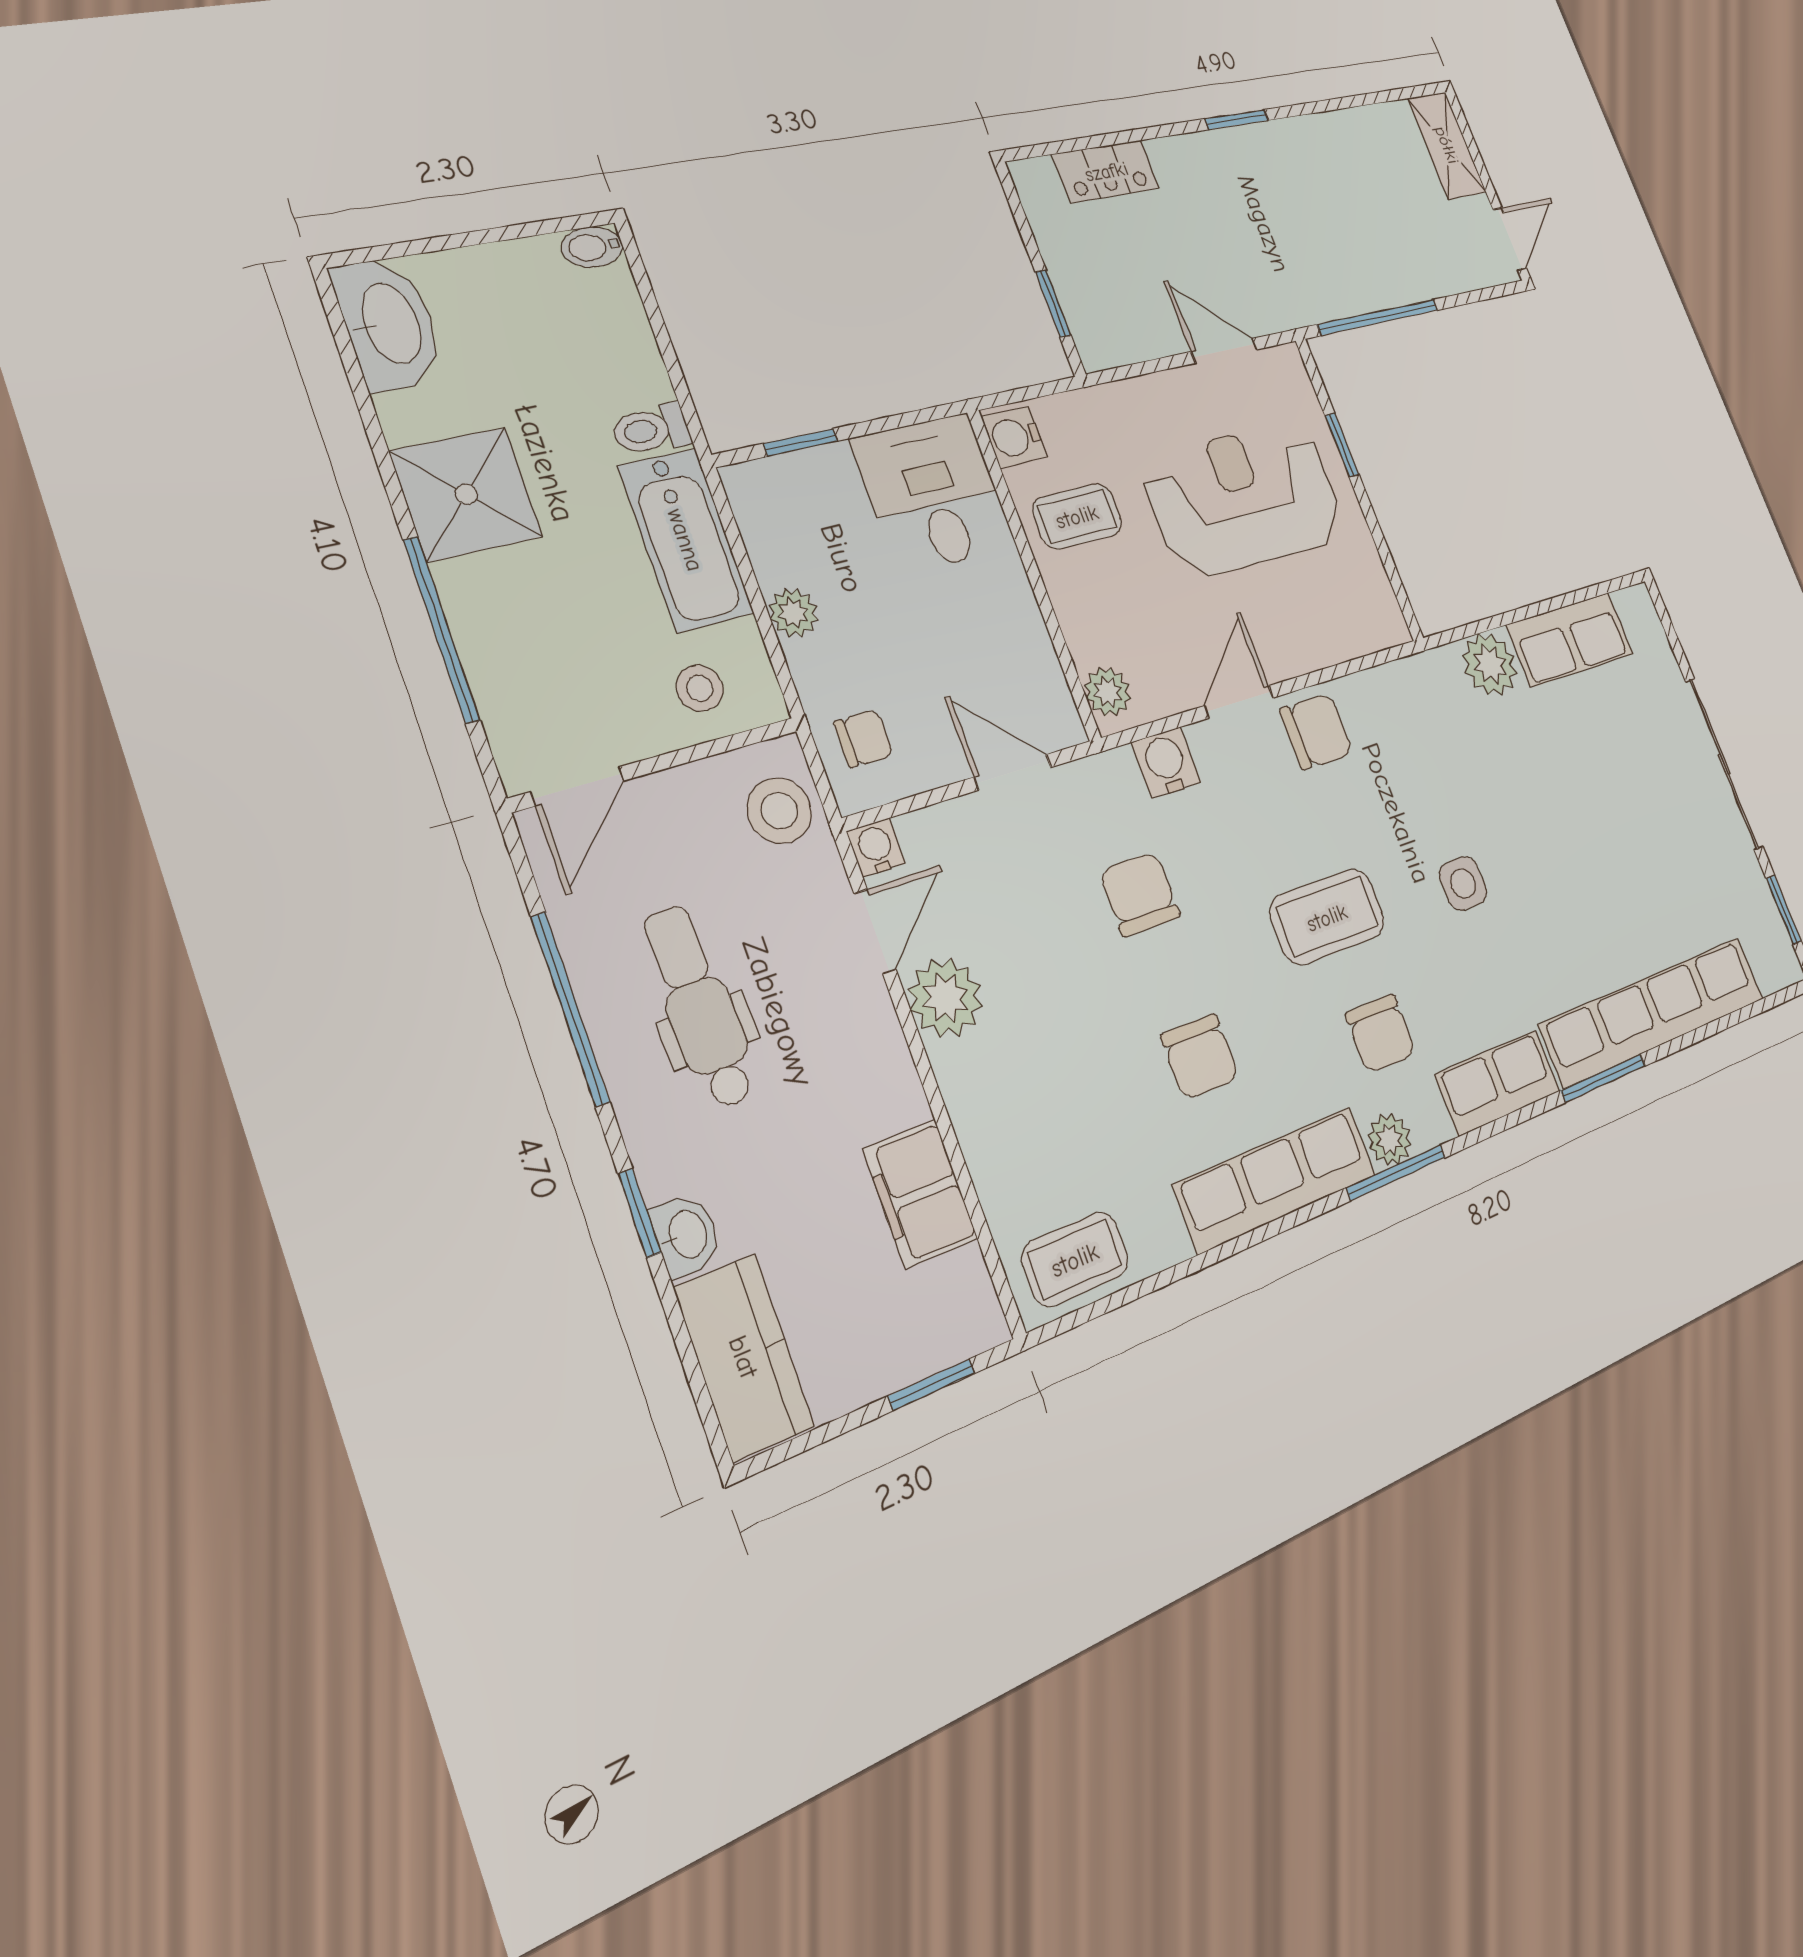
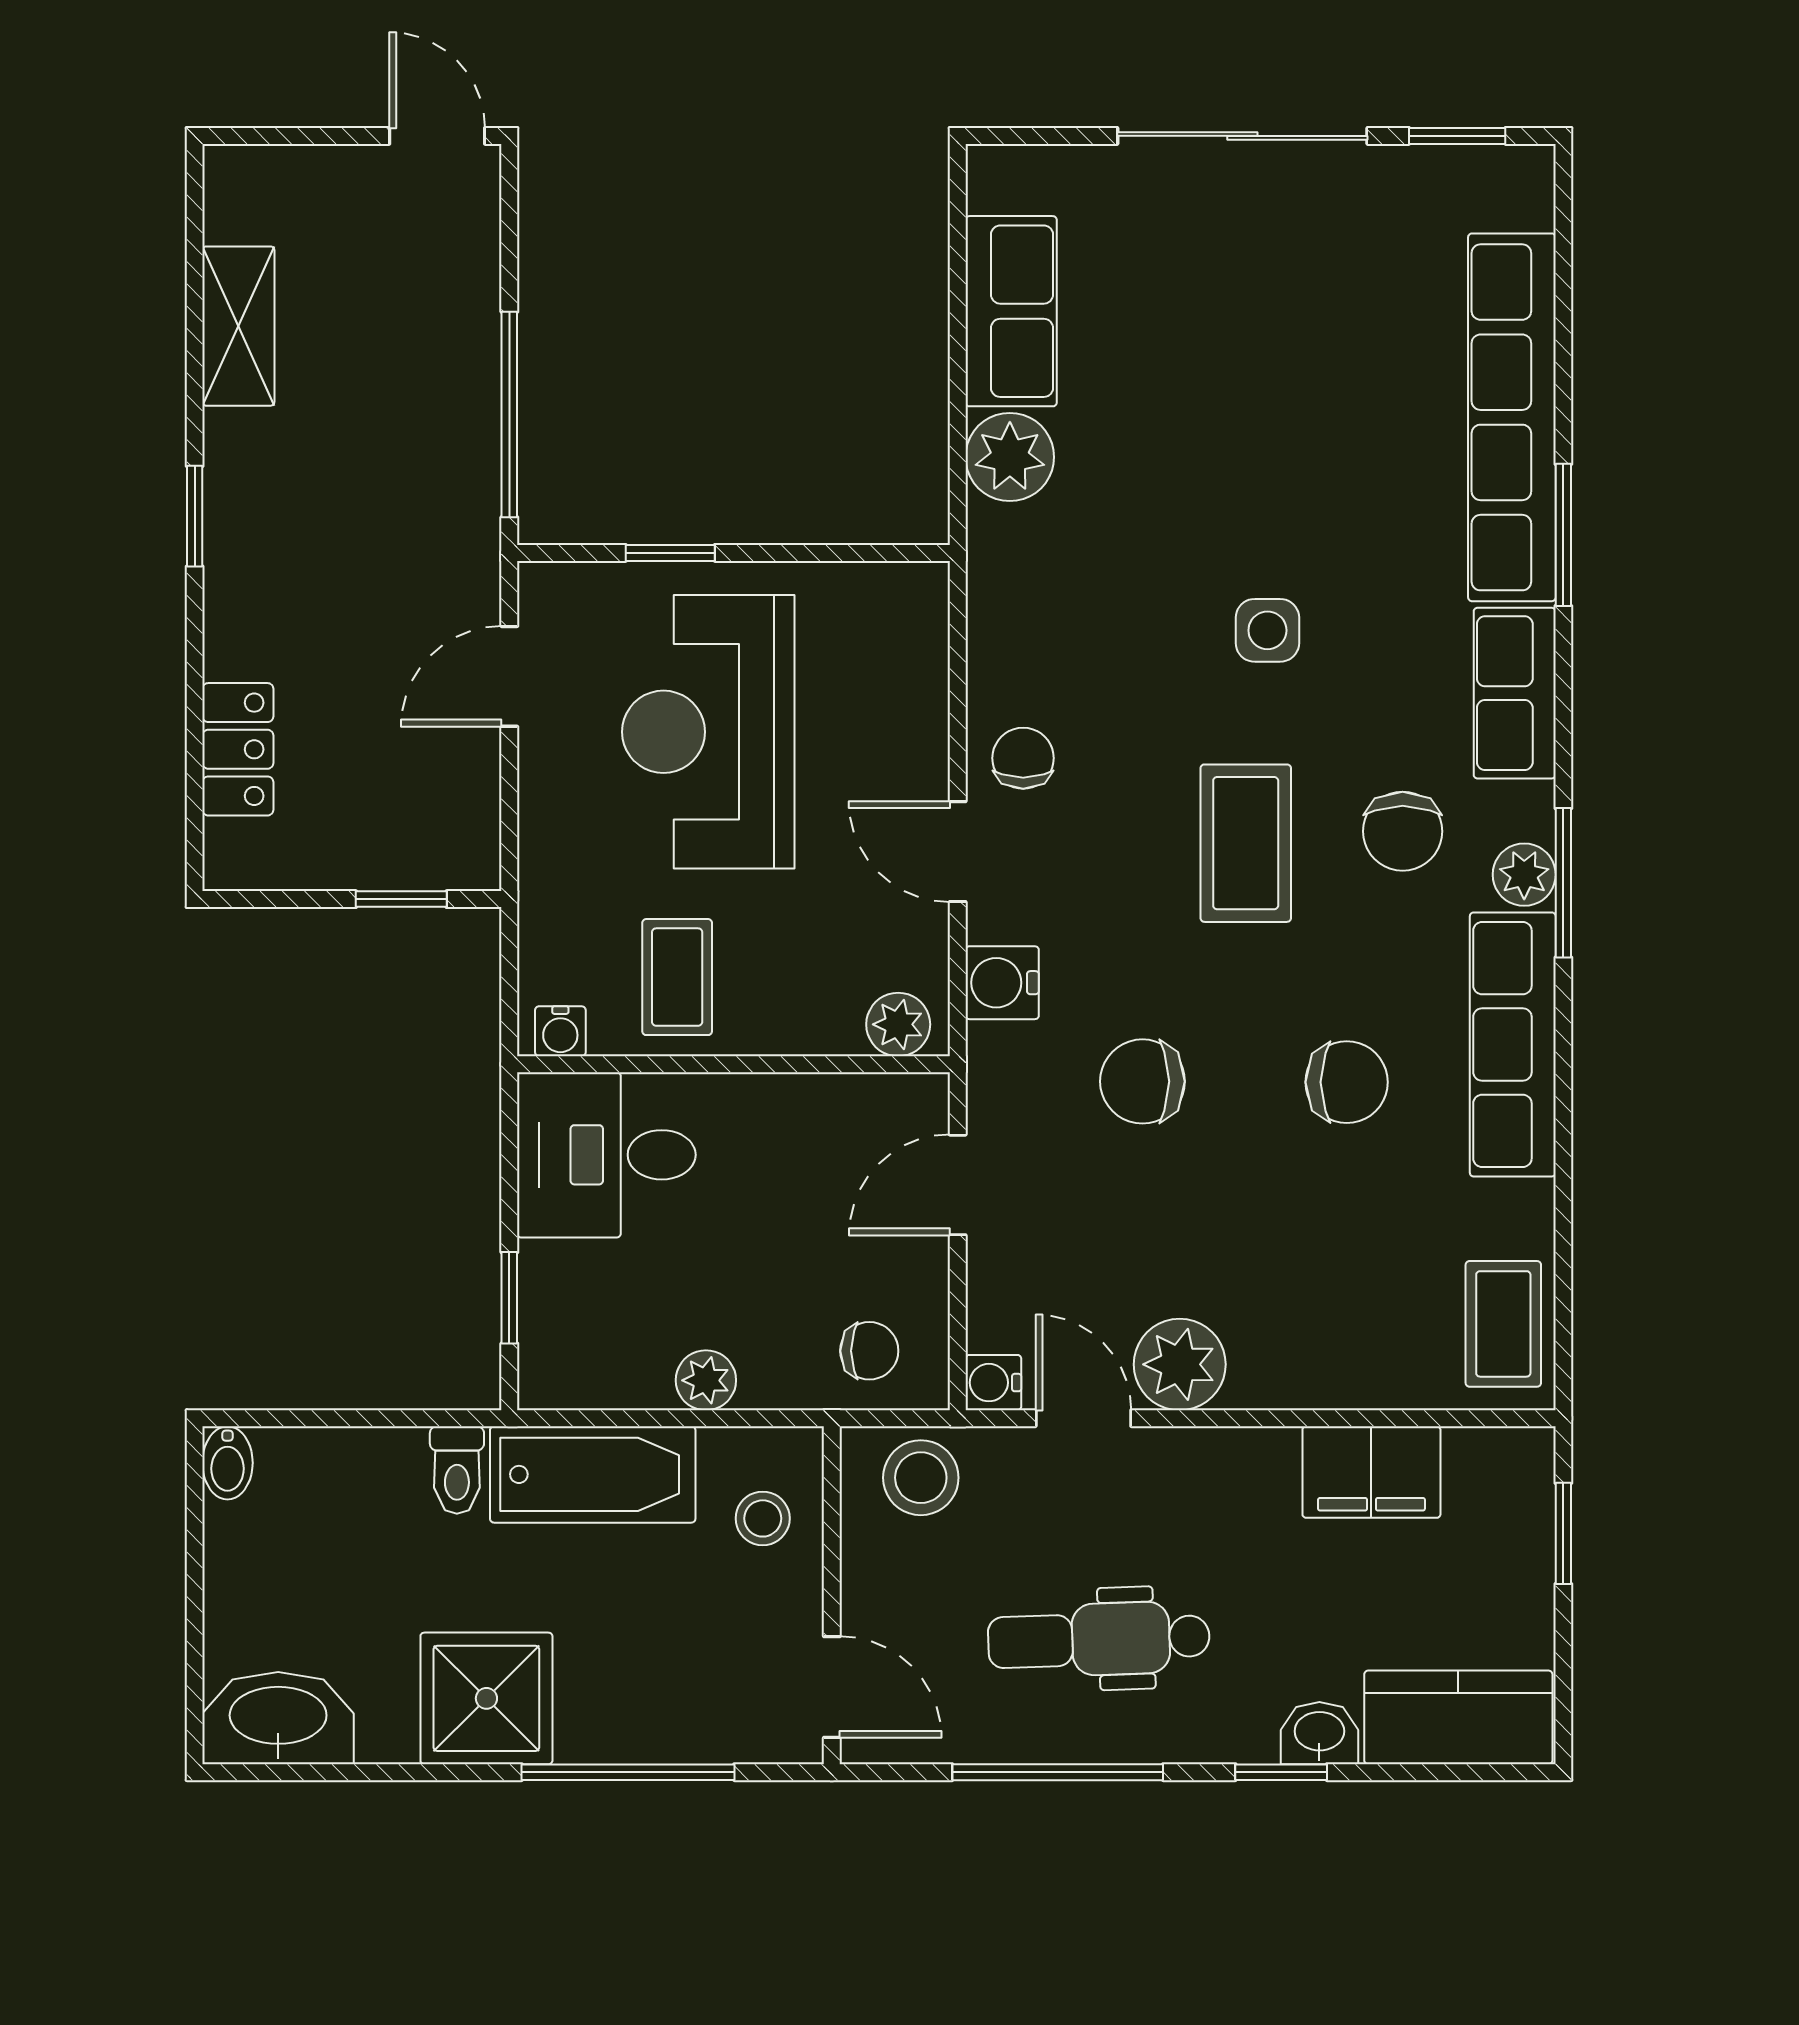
shelving: (1447, 145) -> (238, 326), moved, turned 90
water cooler: (1014, 437) -> (560, 1031), width x0.72, depth x0.72
chair: (1316, 731) -> (1023, 758), width x0.73, depth x0.73
chair: (864, 738) -> (869, 1351), turned 90
chair: (1381, 1033) -> (1403, 831), turned 90

